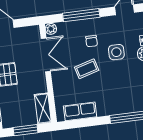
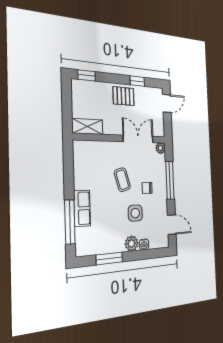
double door: (46, 55) -> (138, 139), swing flipped
row of seats: (80, 111) -> (82, 208), moved
window: (26, 130) -> (67, 103), removed

